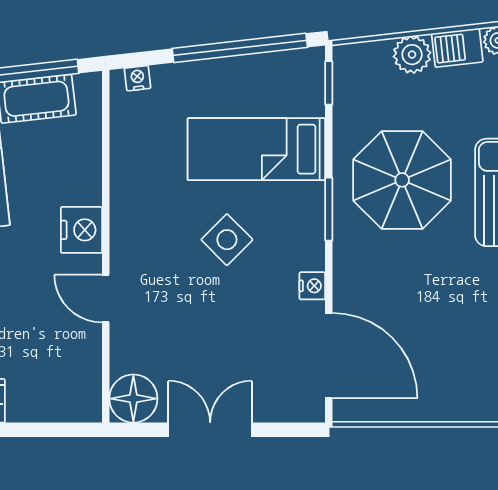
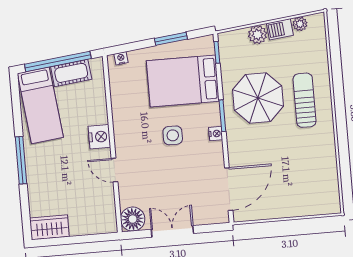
window: (240, 48) -> (171, 39), width x0.47
bed: (256, 149) -> (183, 81), width x1.50
side table: (227, 240) -> (173, 135), turned 45
nightstand: (312, 286) -> (216, 134), moved
door: (329, 356) -> (229, 189), hinge flipped

